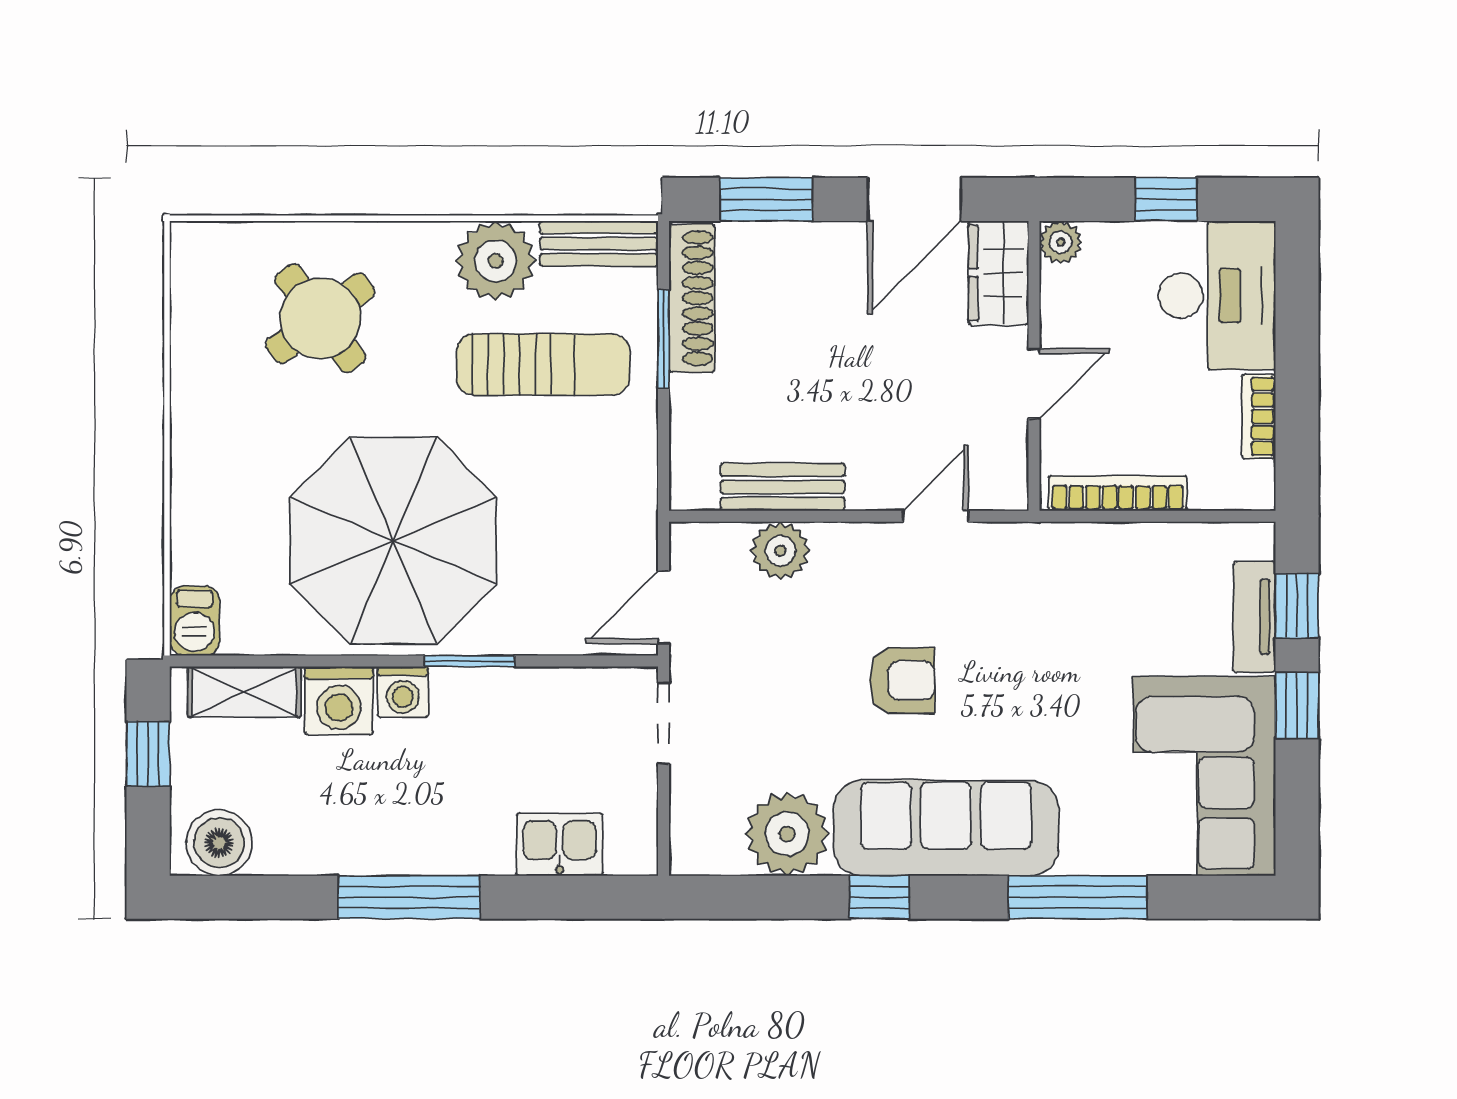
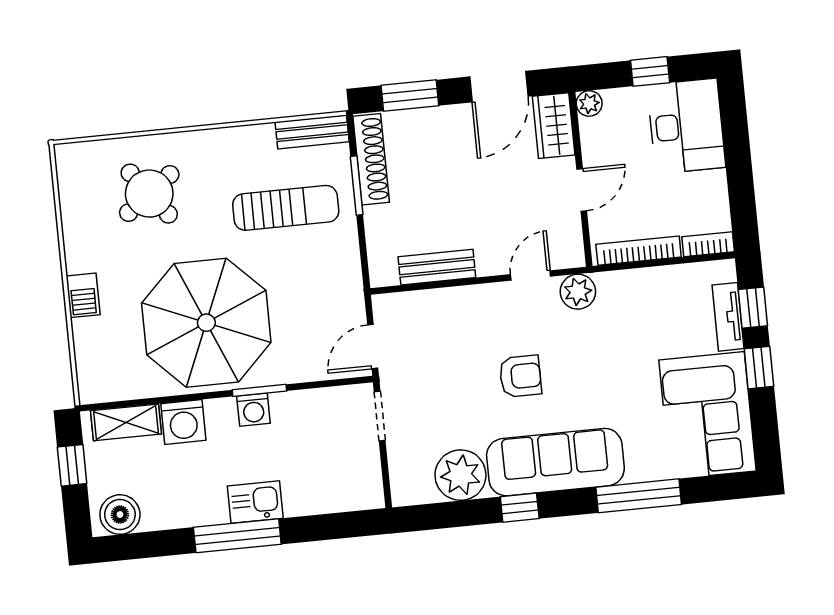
plant: (496, 261) -> (251, 149), removed
bookcase: (1259, 416) -> (708, 244), moved, turned 90
plant: (780, 551) -> (578, 292), moved
barbecue: (194, 621) -> (83, 295), moved
washing machine: (403, 692) -> (253, 410), moved
kitchen sink: (560, 844) -> (255, 502), moved

